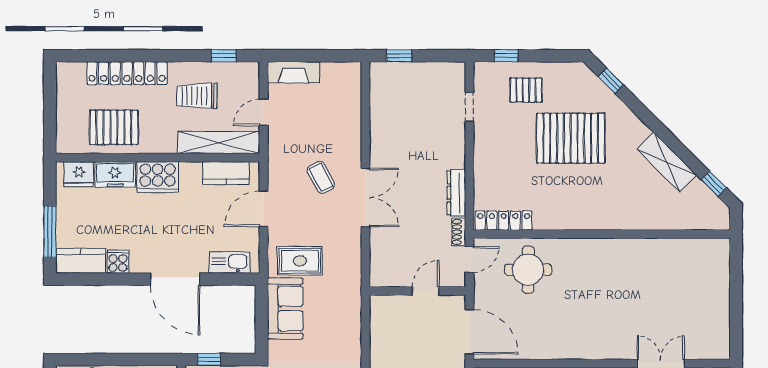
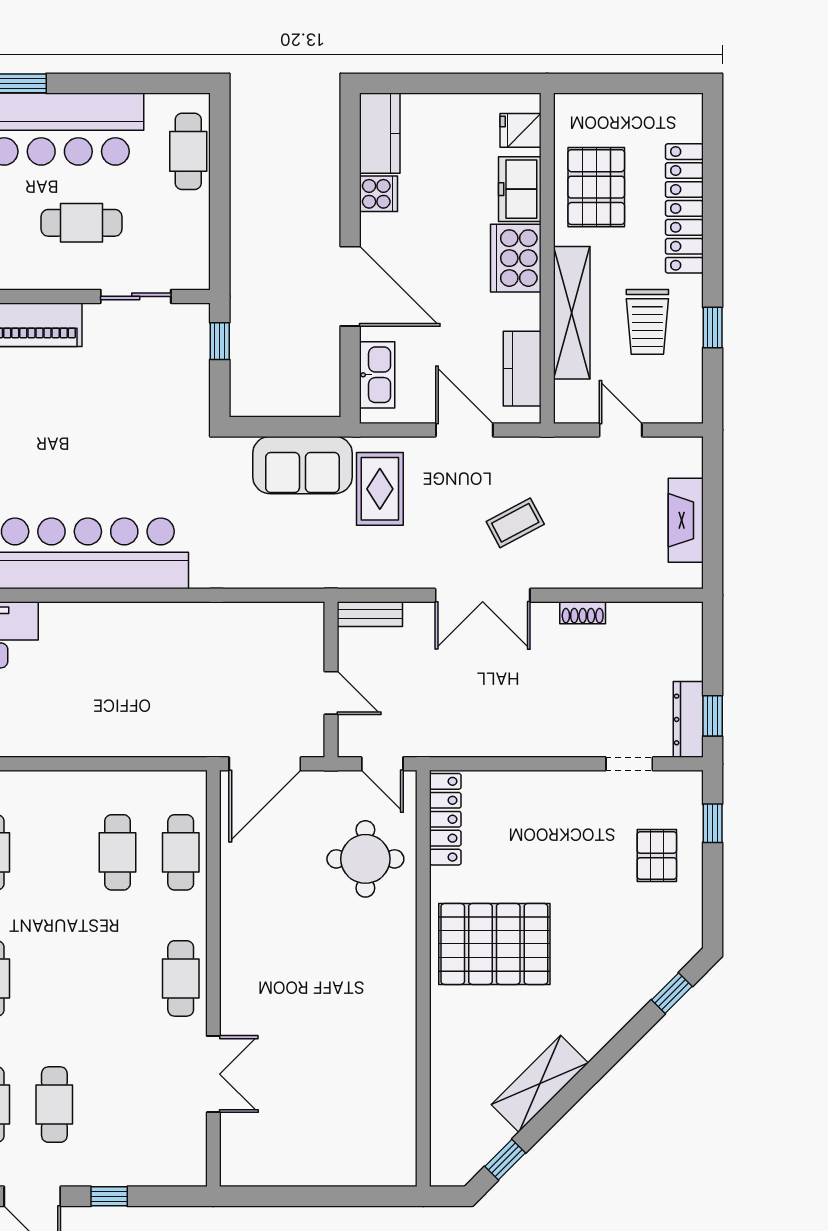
window: (224, 56) -> (713, 328), moved
window: (399, 56) -> (713, 716), moved
fireplace: (293, 72) -> (686, 520), moved
trolley: (197, 96) -> (647, 322), turned 180
pallet: (571, 138) -> (494, 944), moved, turned 90
shelving: (219, 142) -> (572, 313), moved
fridge: (79, 174) -> (521, 130), width x0.72
dresser: (456, 193) -> (688, 719), moved, turned -90
window: (50, 232) -> (427, 83), removed
shoe rack: (459, 232) -> (583, 613), moved, turned 180
bench: (377, 267) -> (370, 614), added
door: (175, 279) -> (350, 286), swing flipped

